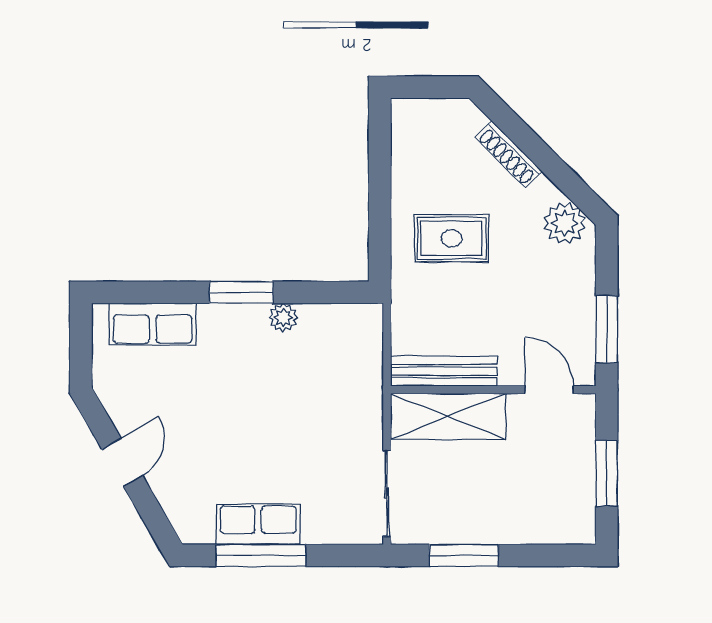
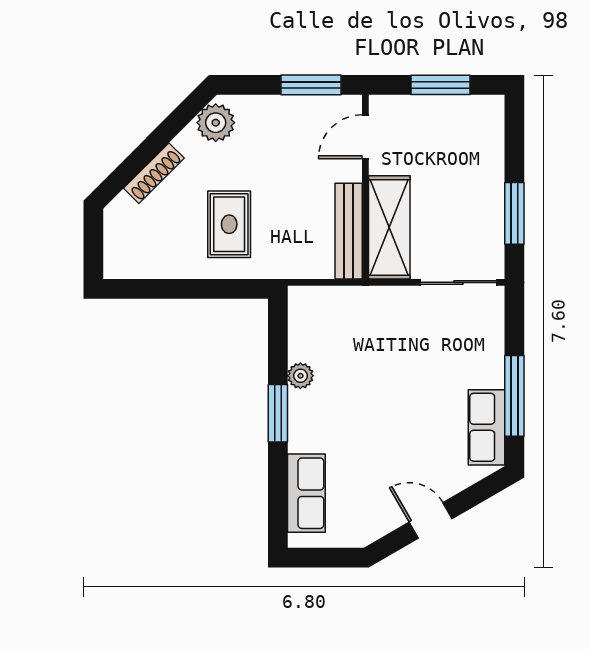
row of seats: (258, 524) -> (487, 427), moved

